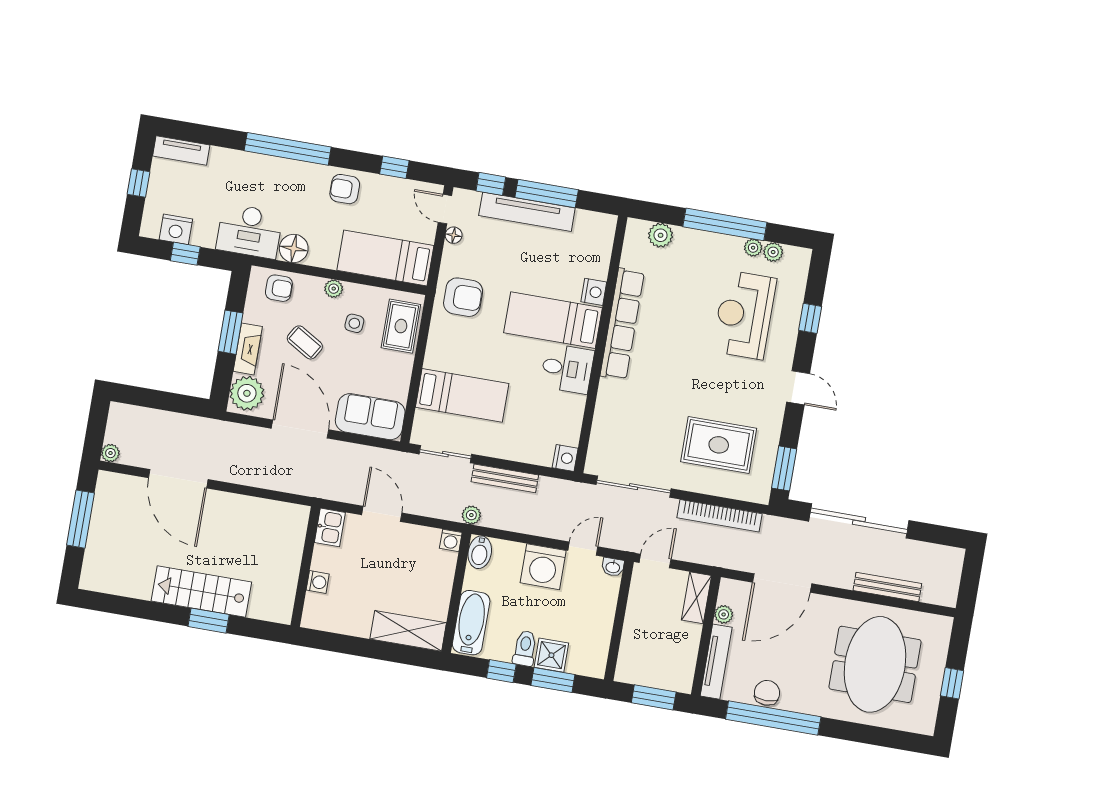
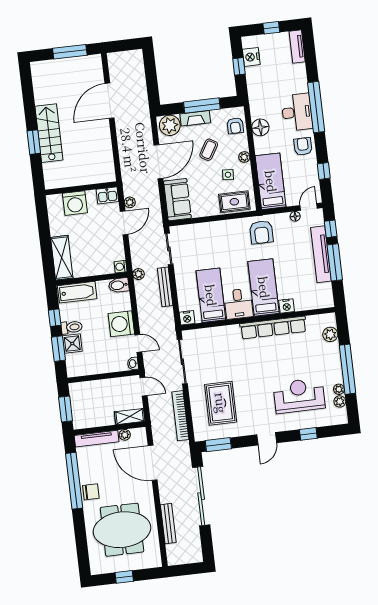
desk: (249, 231) -> (297, 112), moved, turned 180
window: (231, 332) -> (202, 106), width x1.44
bed: (462, 395) -> (211, 295), moved, turned 180
plant: (110, 453) -> (130, 202), moved
washing machine: (318, 582) -> (75, 203), width x1.89, depth x1.89
chair: (767, 693) -> (91, 492), moved

